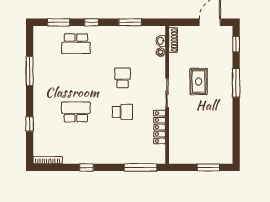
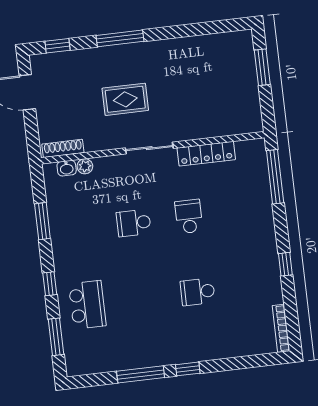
school desk: (76, 112) -> (198, 292), width x0.54
window: (30, 124) -> (188, 369), moved

